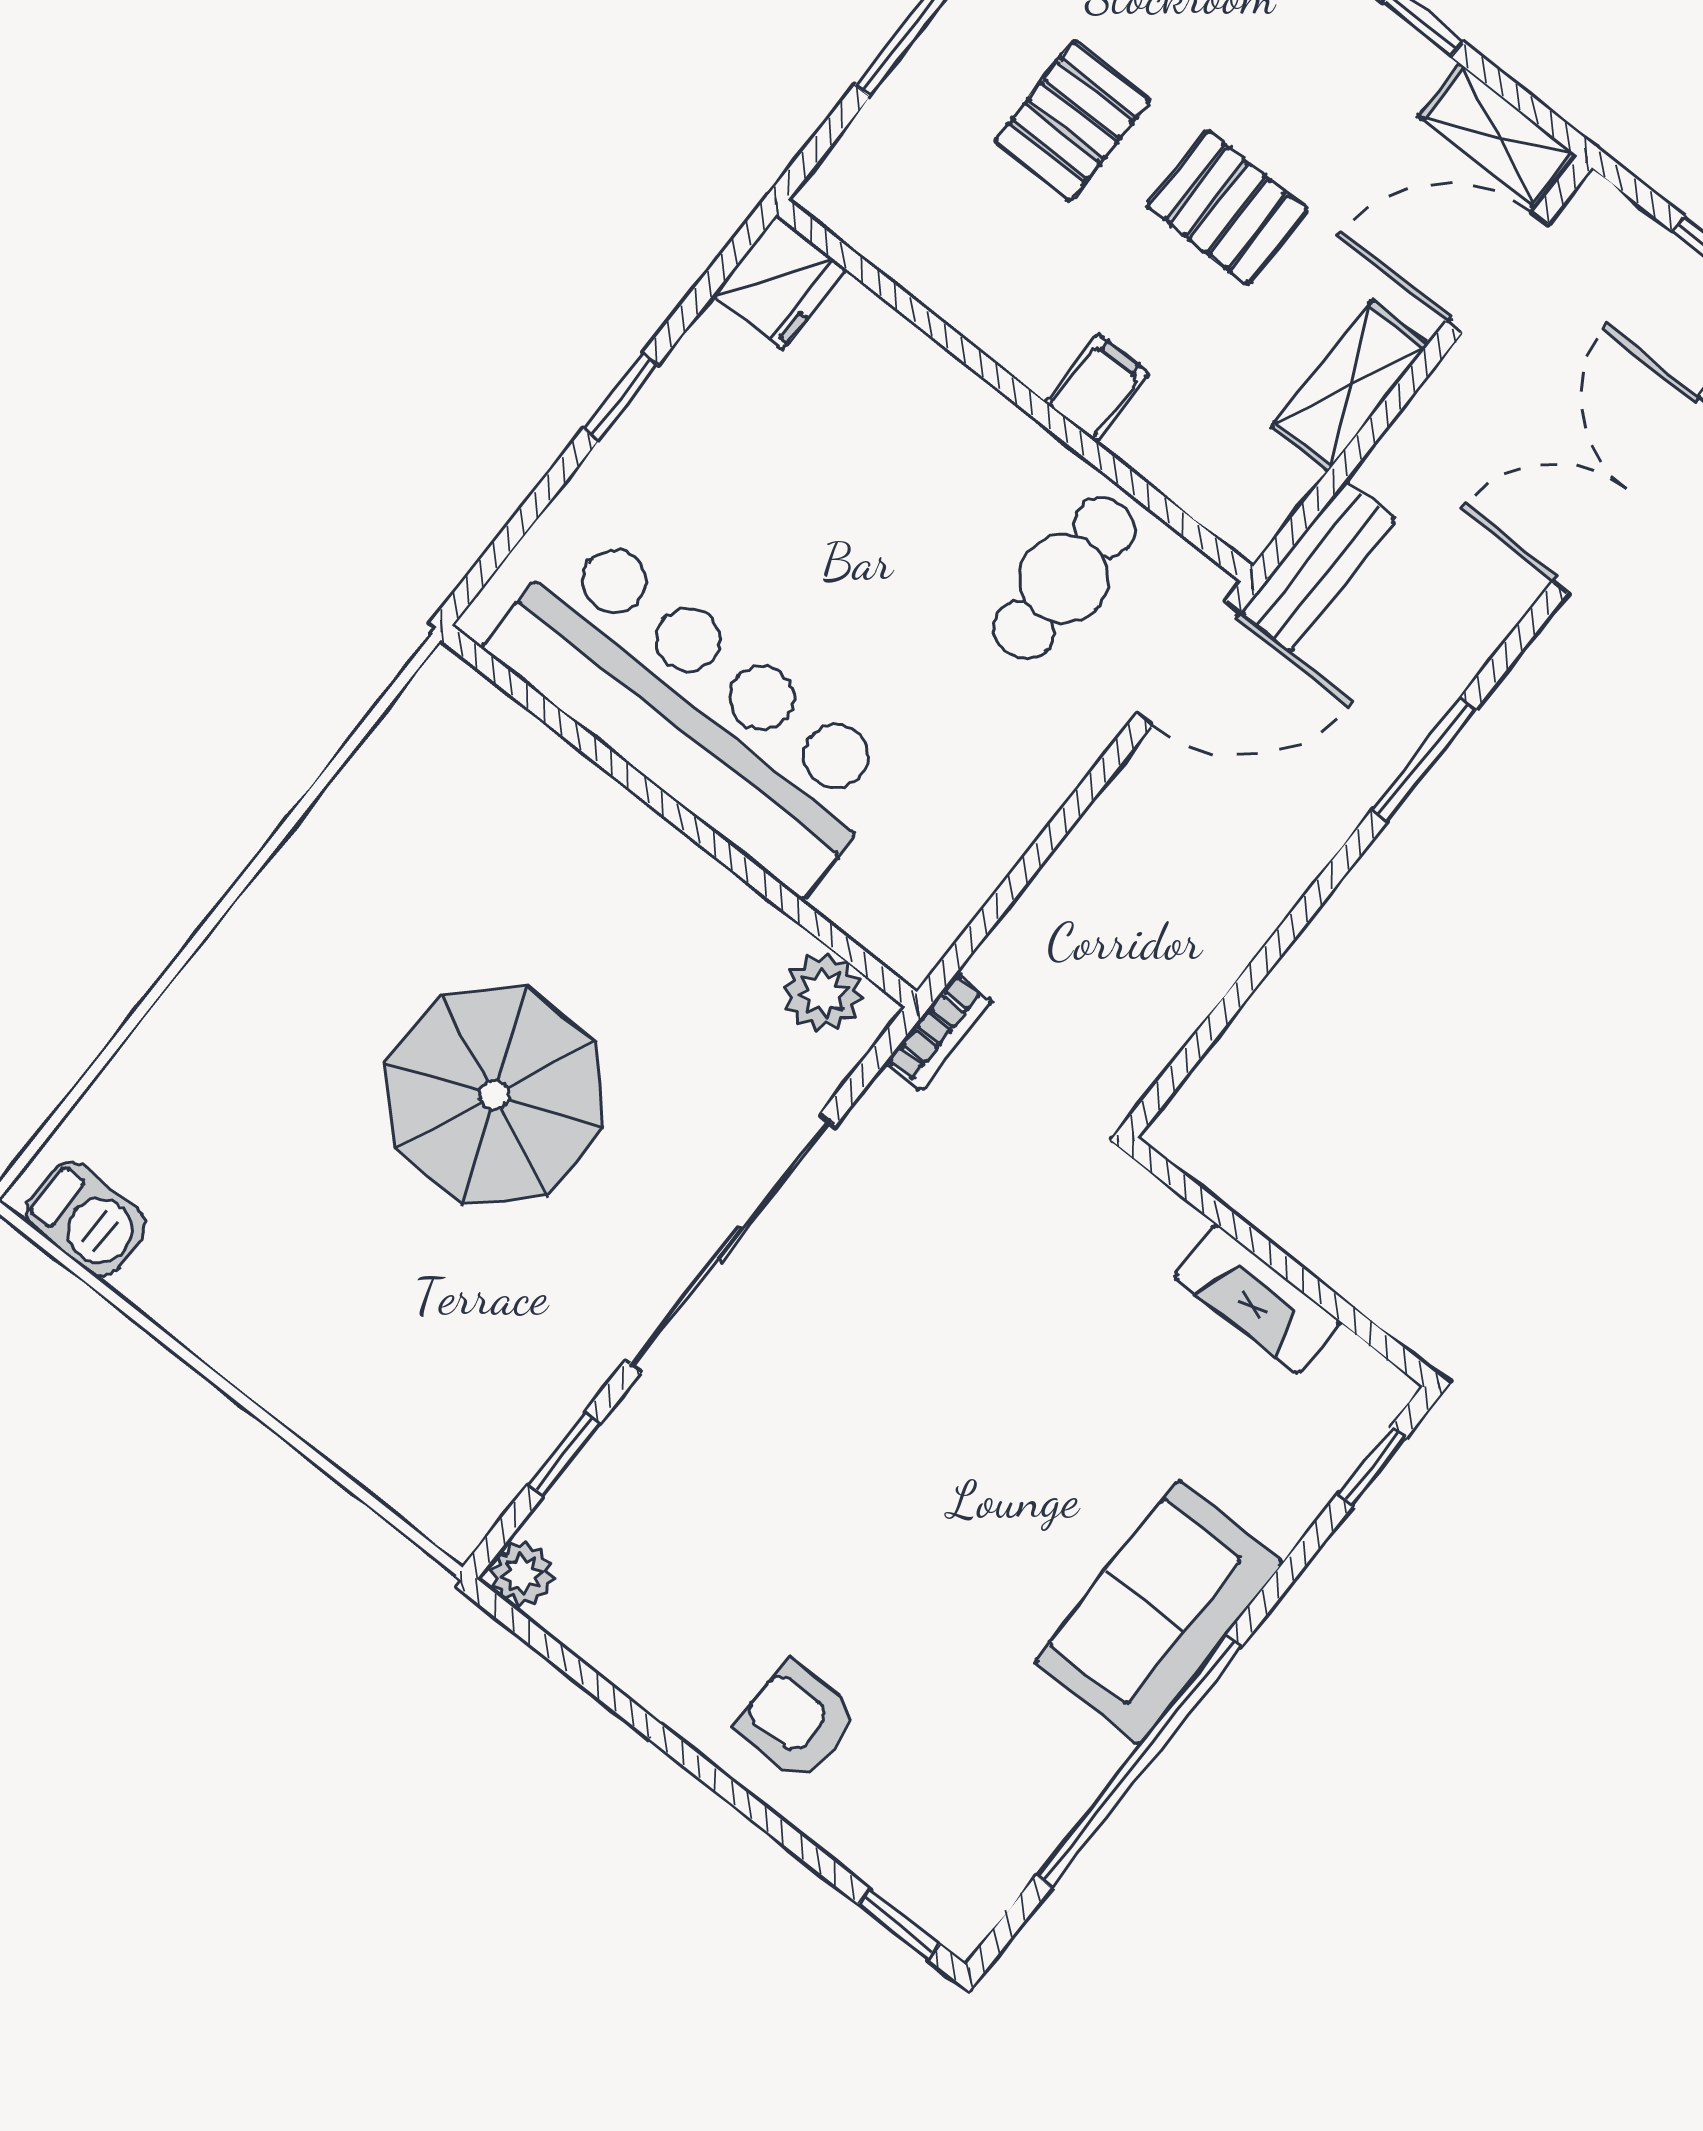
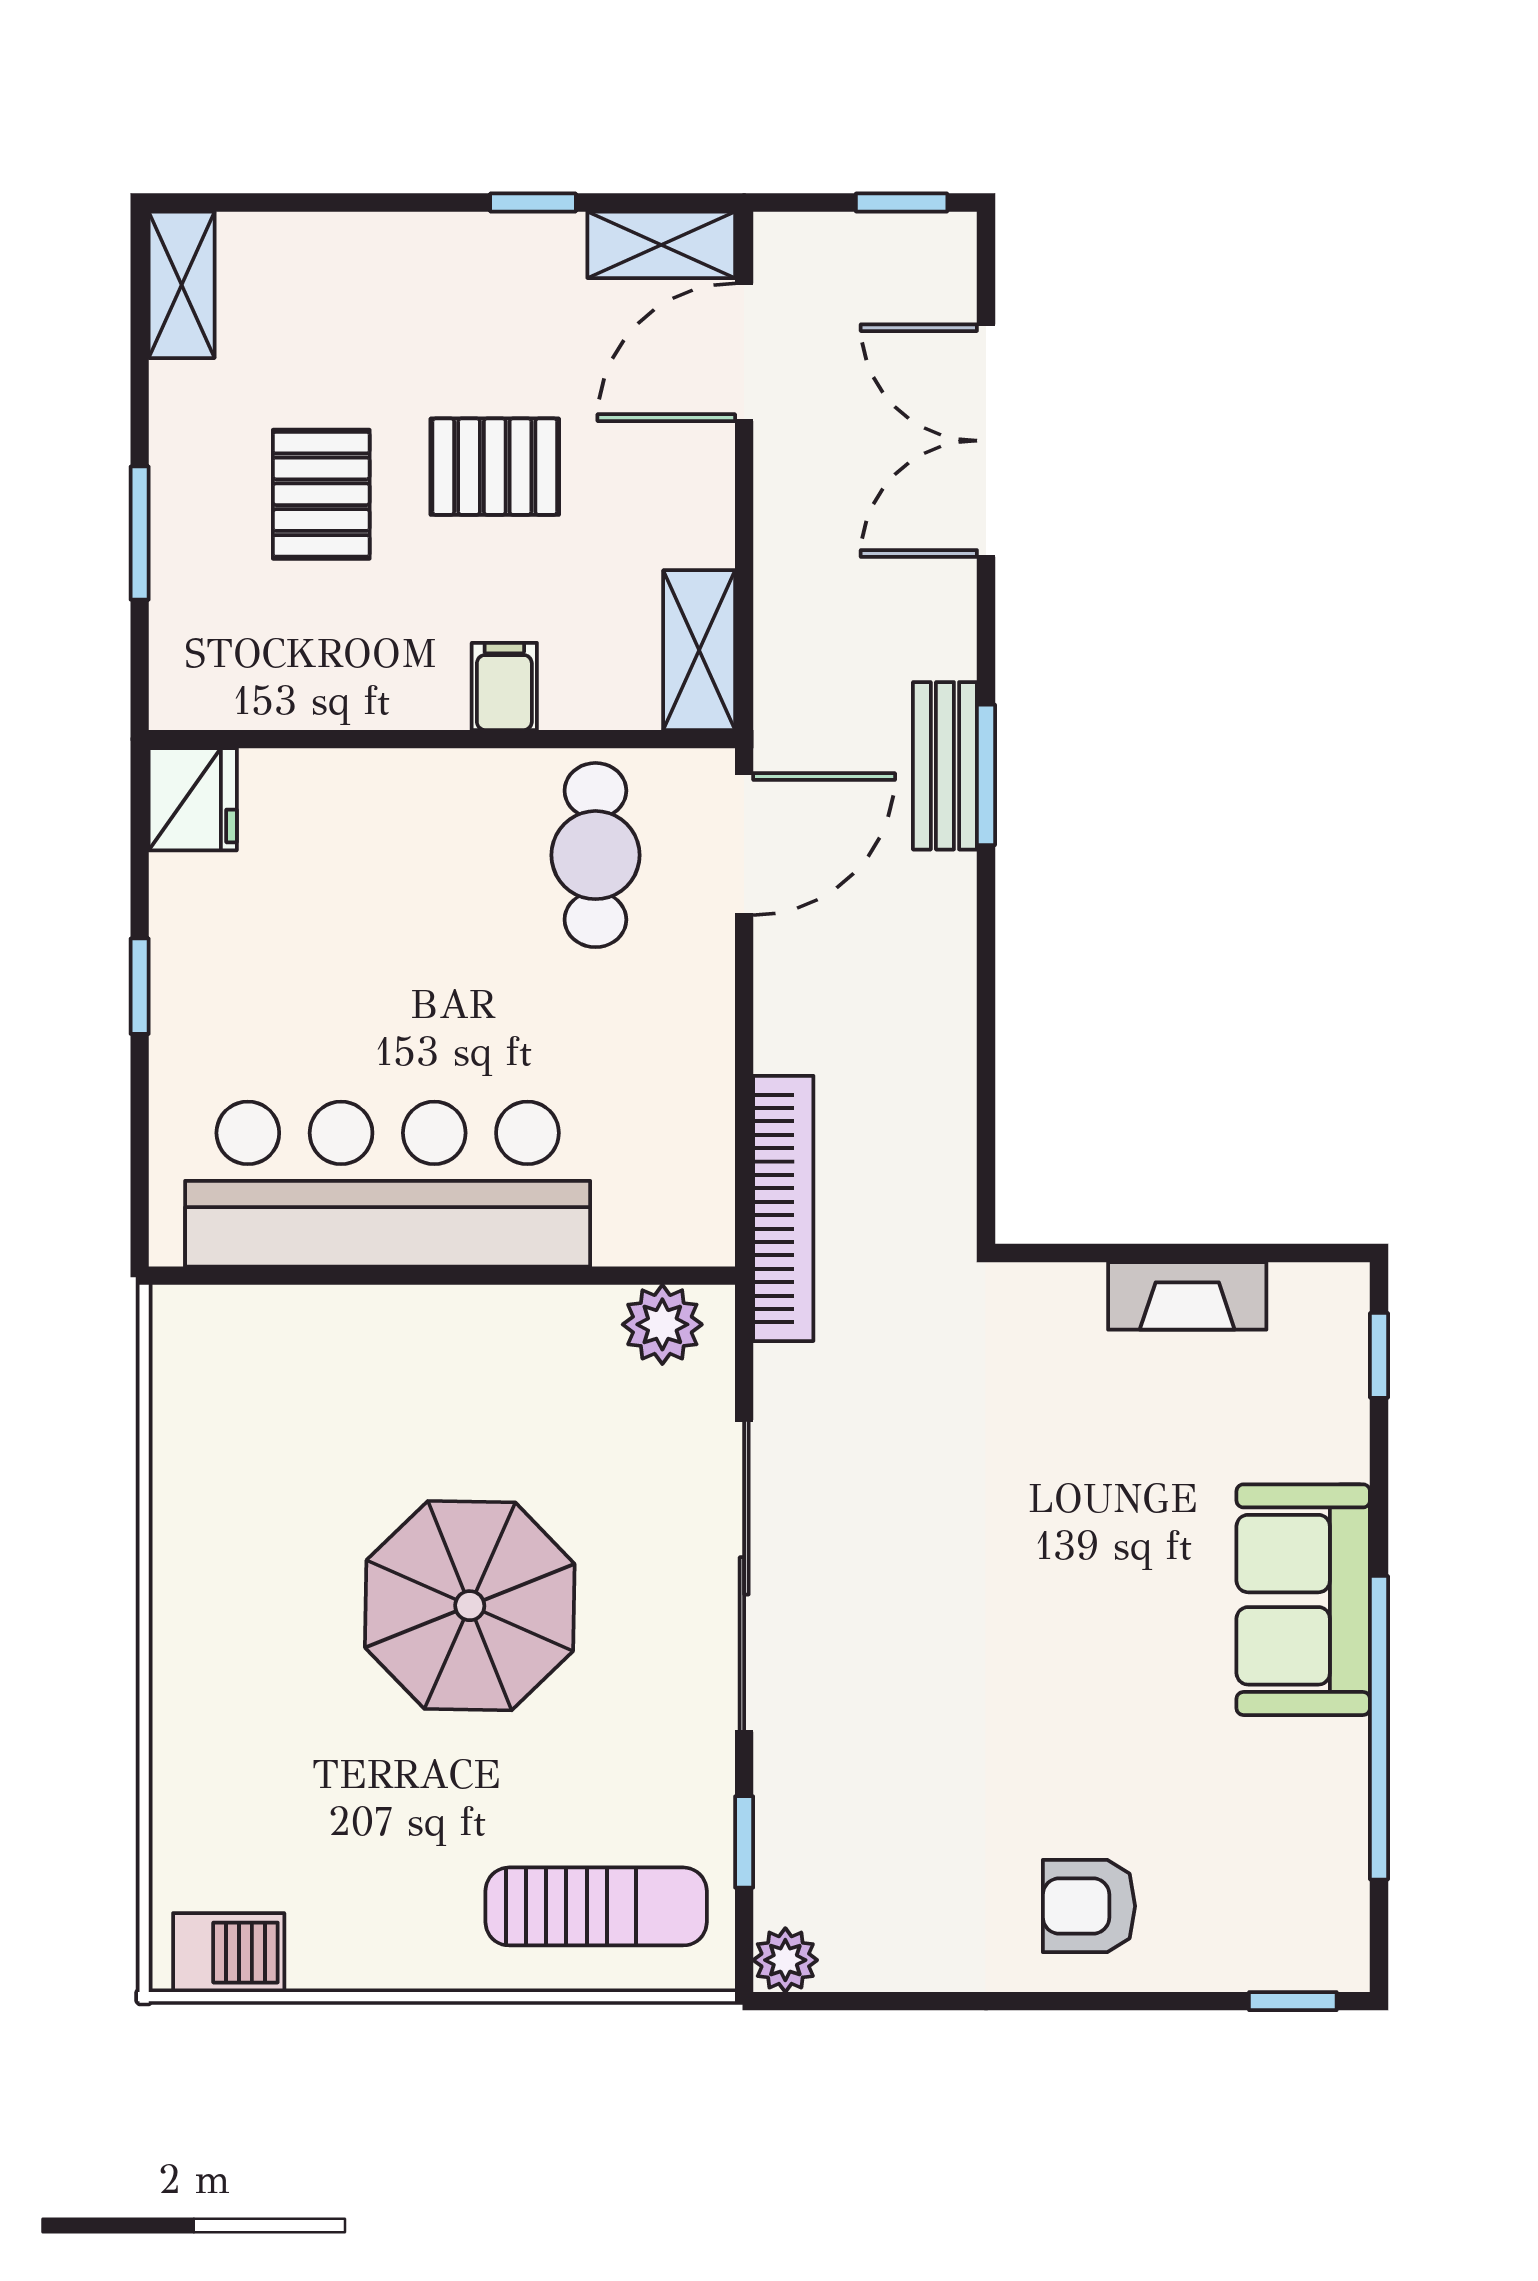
shelving: (1350, 385) -> (699, 650), moved
bench: (1318, 566) -> (945, 766), moved
bookcase: (939, 1032) -> (783, 1208), width x2.31, depth x1.31
sun lounger: (406, 1413) -> (596, 1906), added

